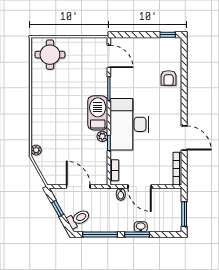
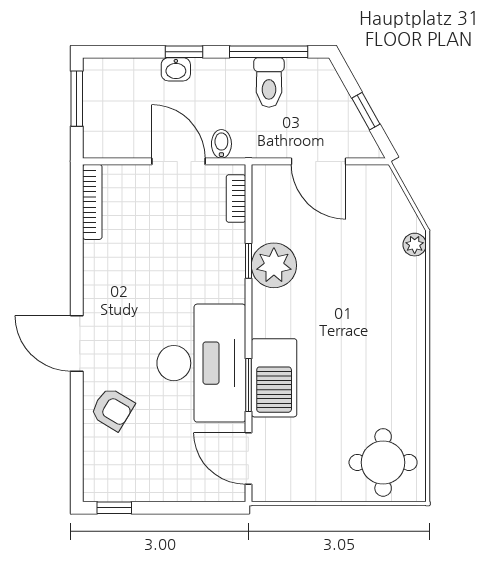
armchair: (169, 78) -> (112, 409), turned 121
barbecue: (98, 113) -> (274, 378), moved
desk: (130, 124) -> (201, 363), moved
plant: (102, 136) -> (274, 265), width x1.87, depth x1.87
door: (184, 138) -> (77, 343), moved
toilet: (79, 219) -> (269, 82), moved, turned -61
window: (137, 235) -> (184, 52), width x0.67

